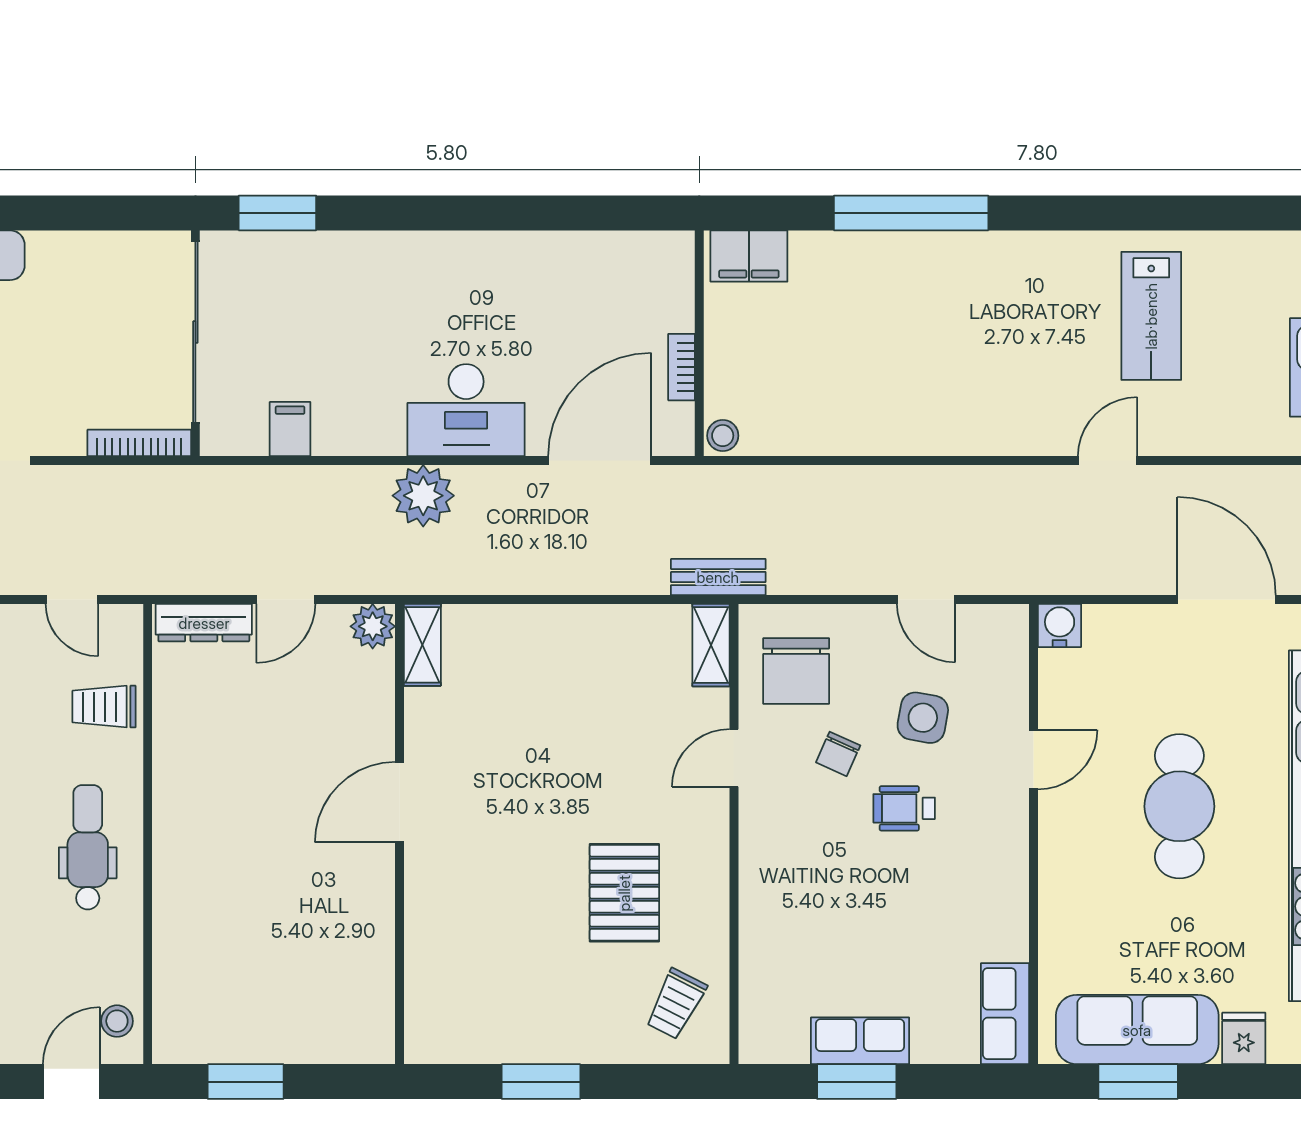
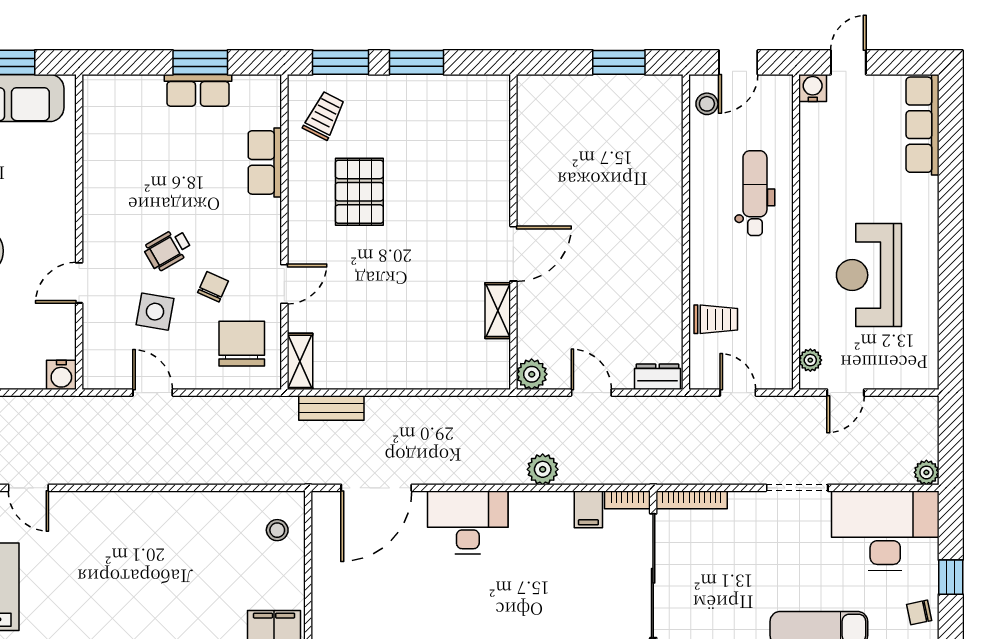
bookcase: (682, 367) -> (627, 500), moved, turned 90
stool: (723, 436) -> (277, 530), moved
door: (1108, 460) -> (28, 488), hinge flipped
plant: (423, 496) -> (543, 469), moved, width x0.73, depth x0.73
bench: (718, 577) -> (331, 408), moved
door: (286, 599) -> (591, 393), hinge flipped
dresser: (204, 623) -> (657, 377), width x0.70
shelving: (422, 645) -> (498, 311), moved
wheelchair: (904, 808) -> (168, 250), turned 150
dental chair: (88, 847) -> (755, 193), moved, turned 180
row of seats: (1005, 1014) -> (265, 162), moved, turned 180
window: (652, 1082) -> (341, 62), added

